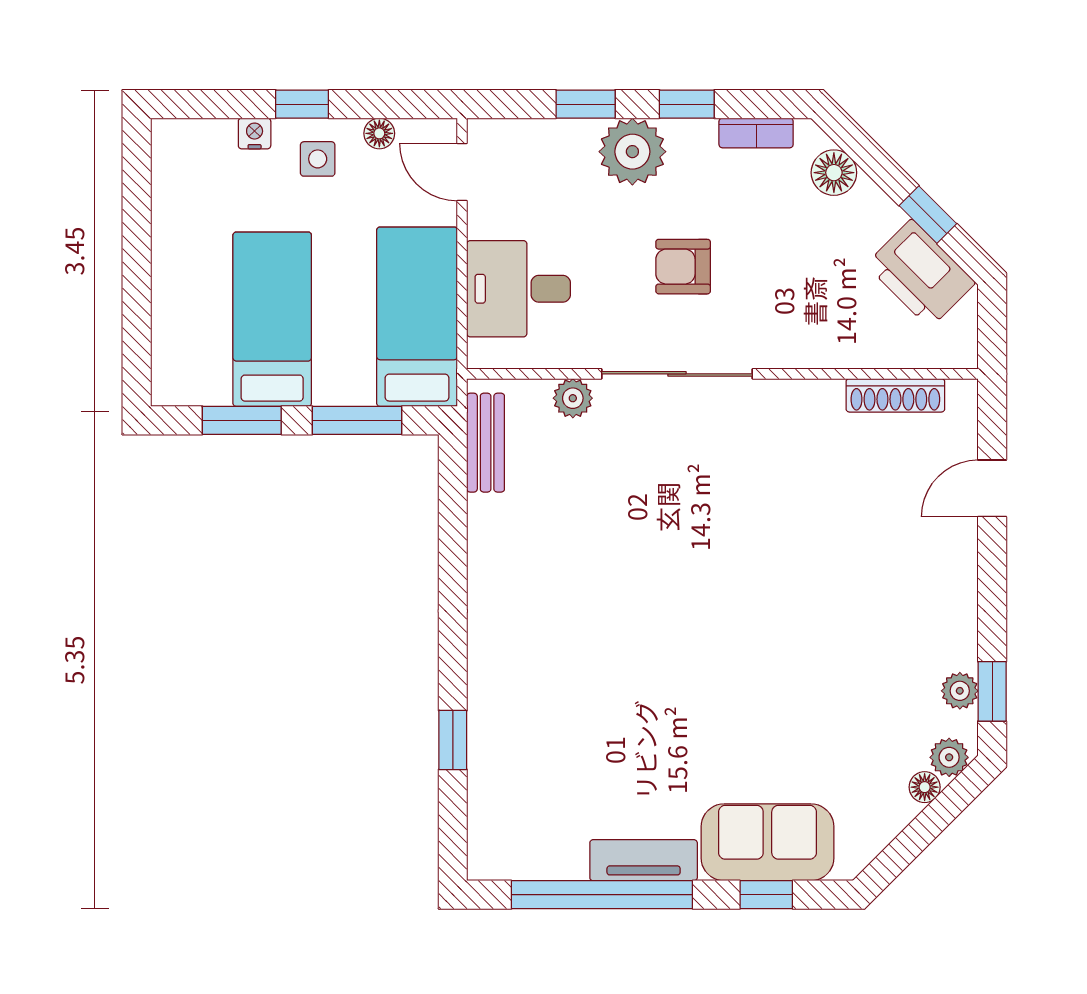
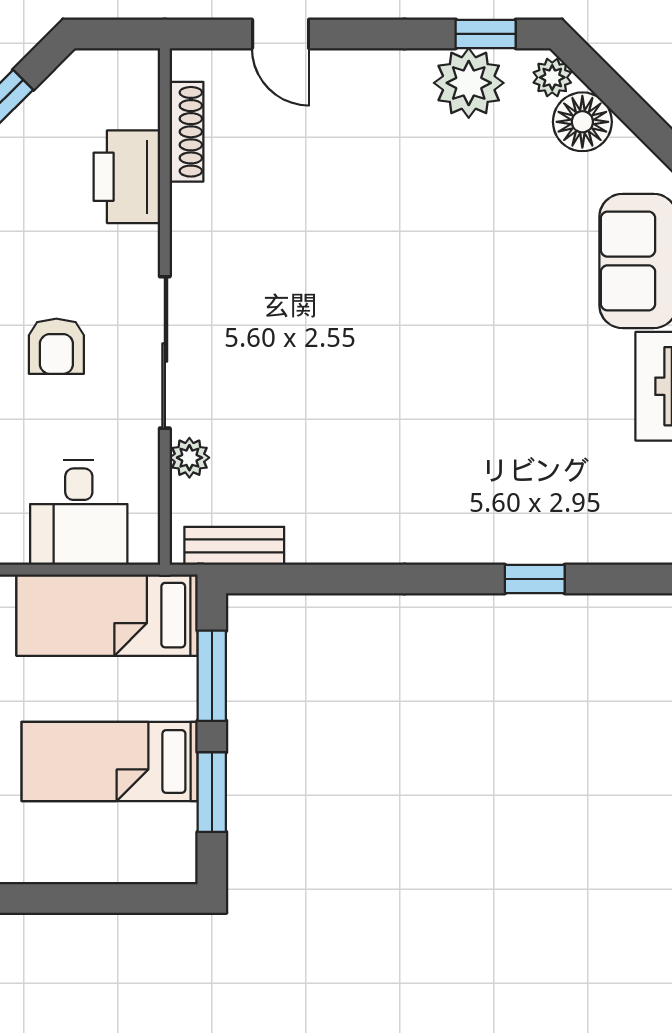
printer: (921, 274) -> (127, 177), moved, turned 135
plant: (960, 691) -> (469, 83), width x1.87, depth x1.87
floor lamp: (925, 787) -> (582, 122), width x1.89, depth x1.89

